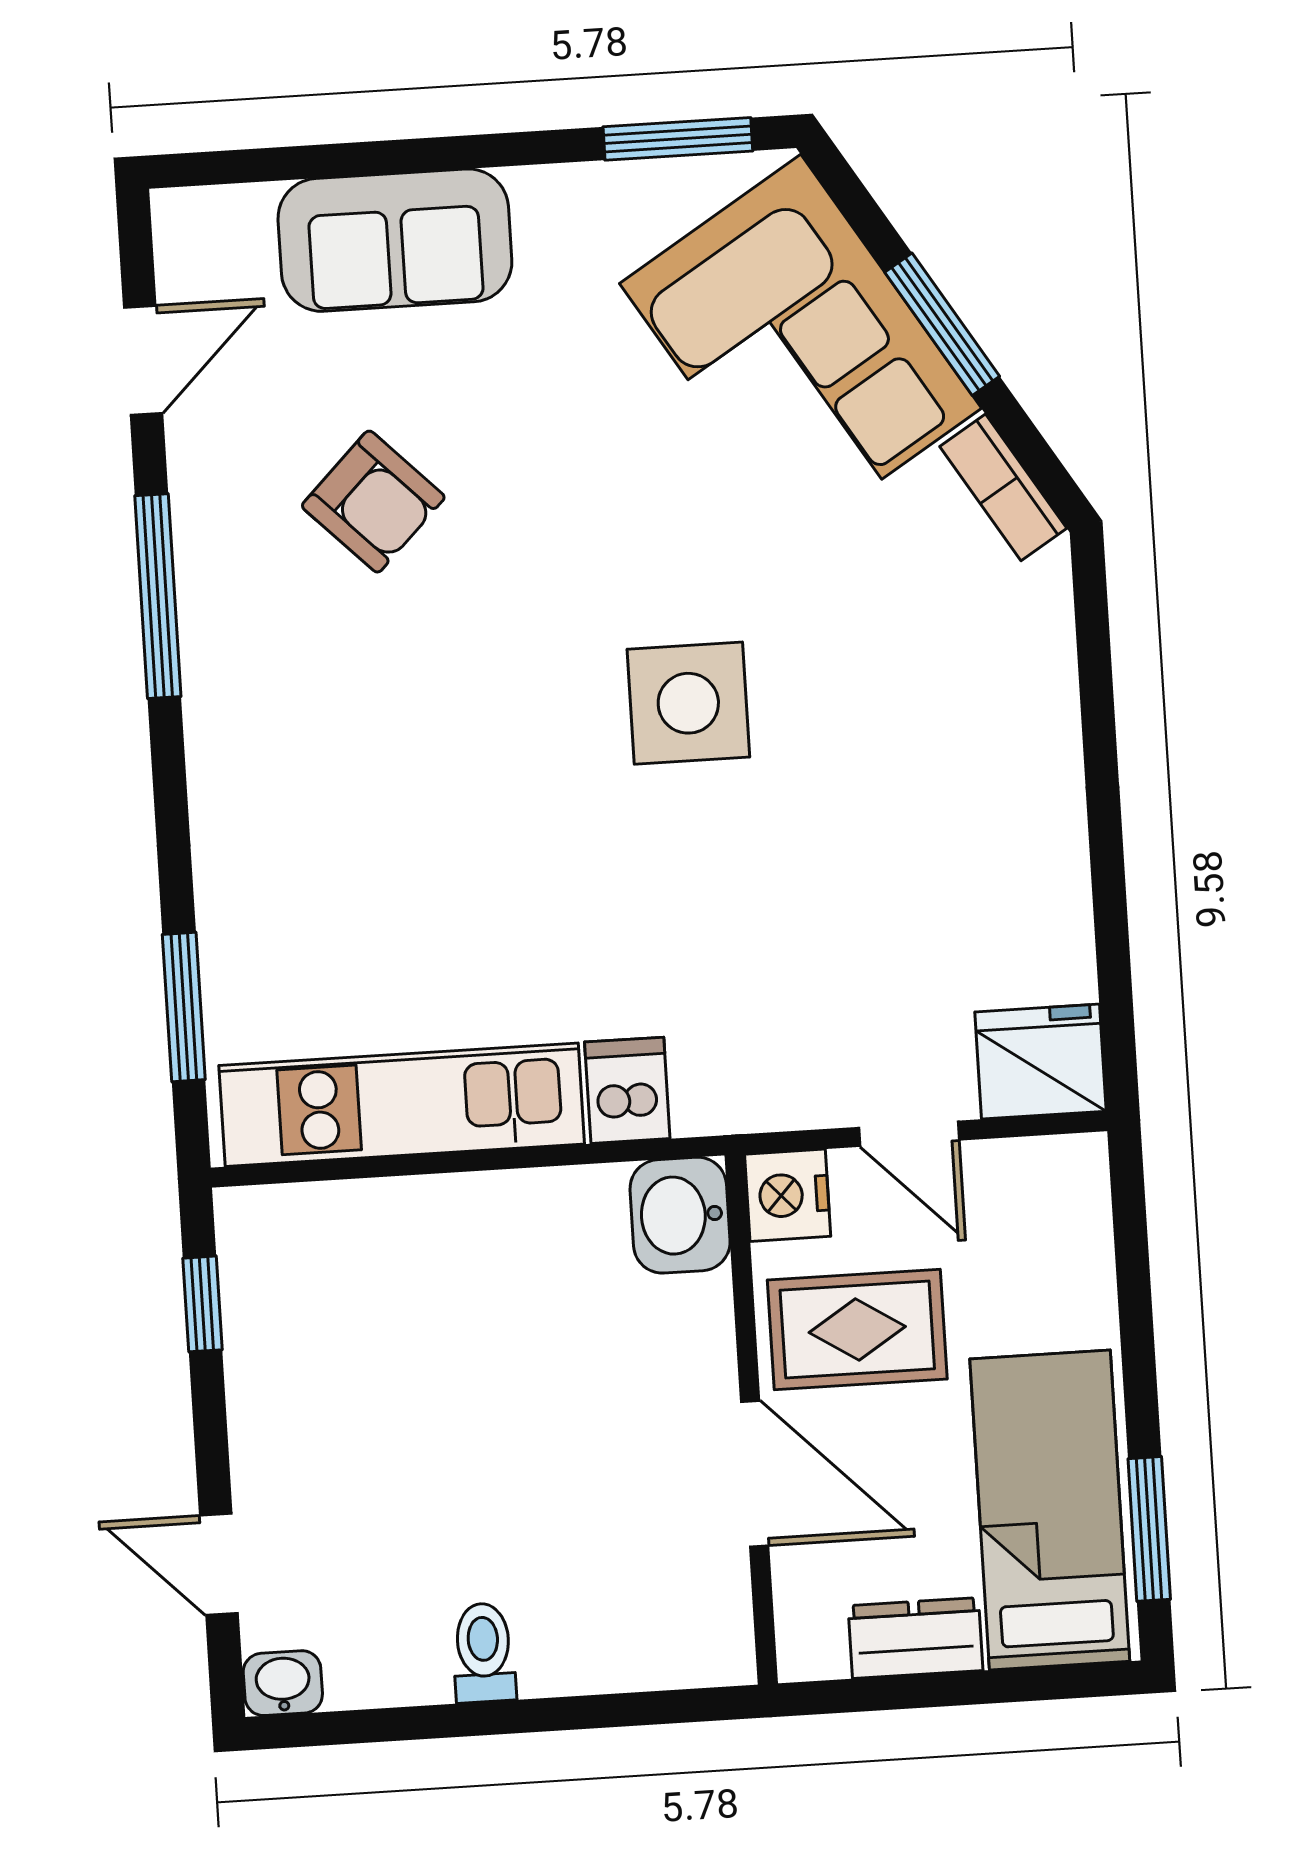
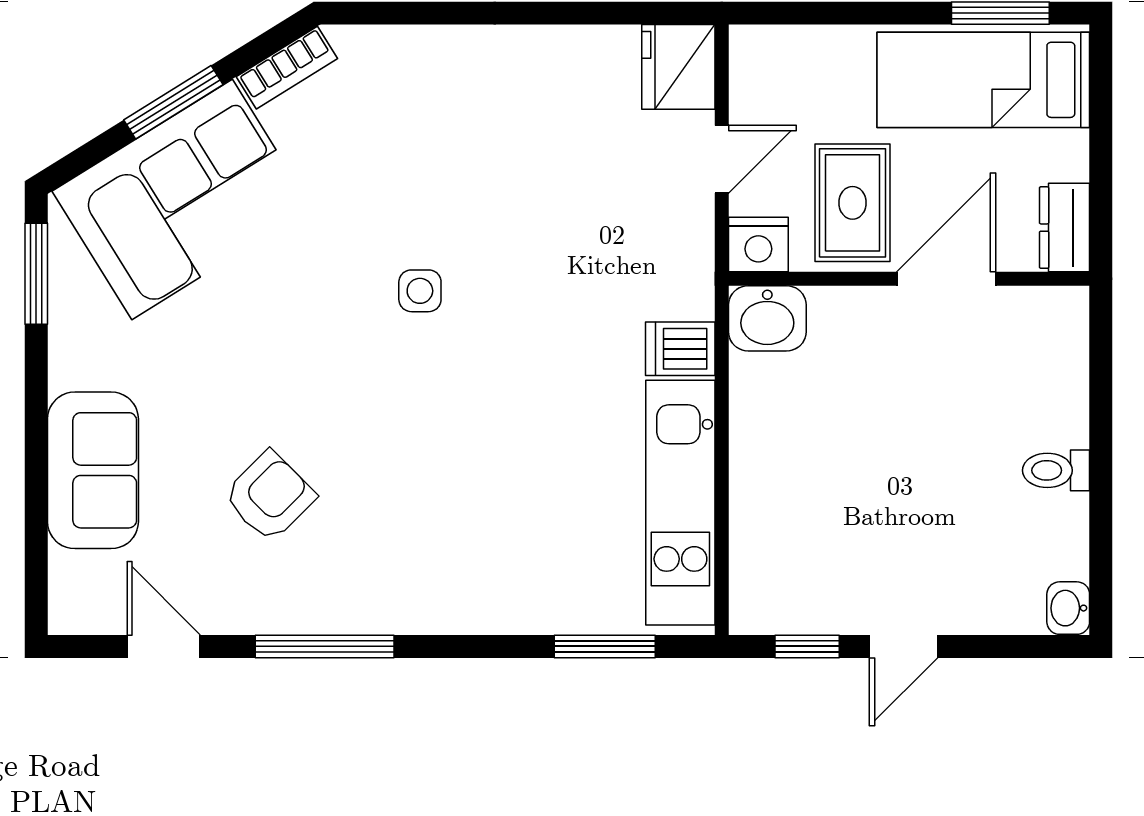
side table: (688, 703) -> (420, 291), width x0.54, depth x0.54
door: (219, 1564) -> (903, 646), moved
dresser: (915, 1638) -> (1065, 228), moved

